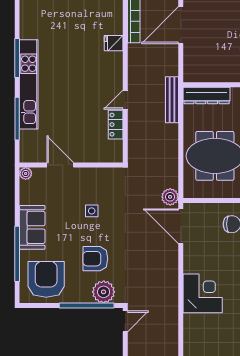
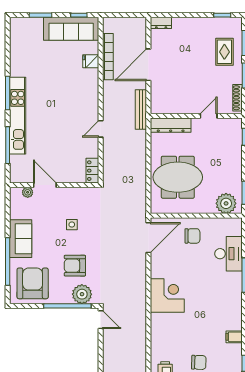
fridge: (114, 43) -> (91, 61), moved
bench: (172, 100) -> (141, 109), moved
locker: (116, 125) -> (92, 171), moved
plant: (26, 173) -> (28, 192), moved
plant: (170, 197) -> (139, 212), removed
door: (181, 226) -> (148, 238), swing flipped
door: (125, 321) -> (101, 320), hinge flipped

